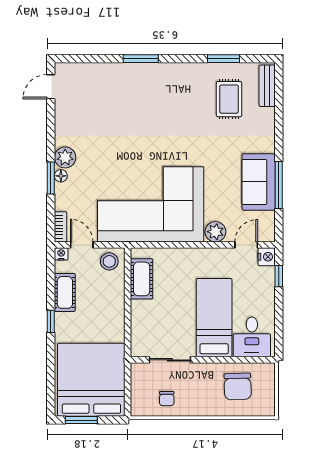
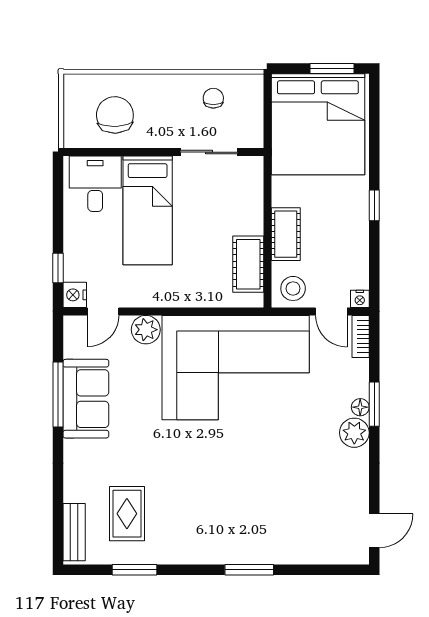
cot: (65, 292) -> (286, 234), moved

